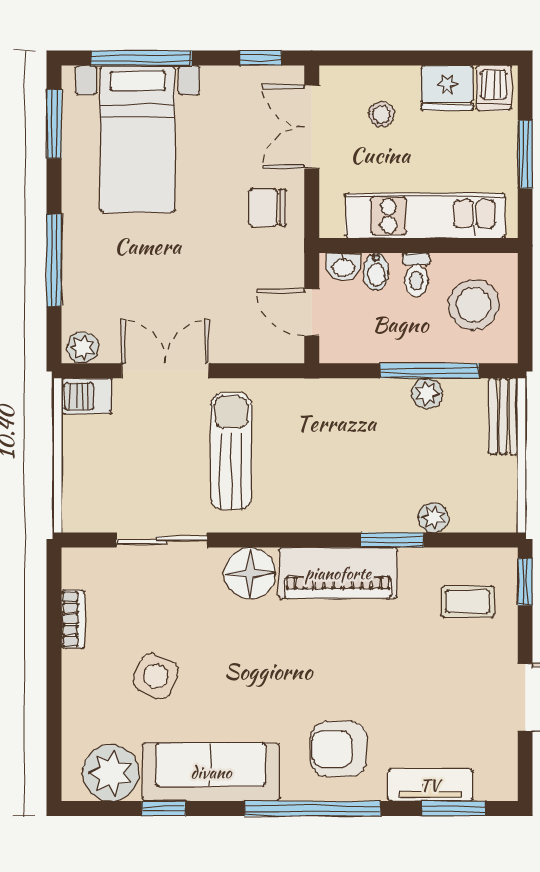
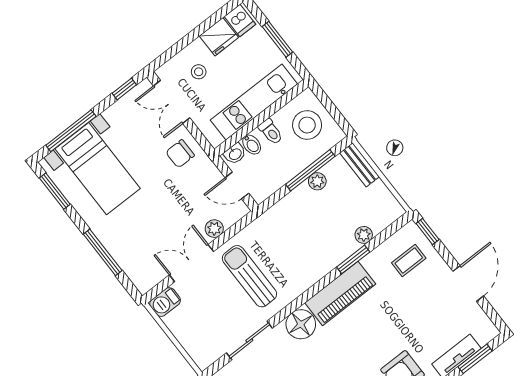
plant: (82, 348) -> (214, 229), moved

